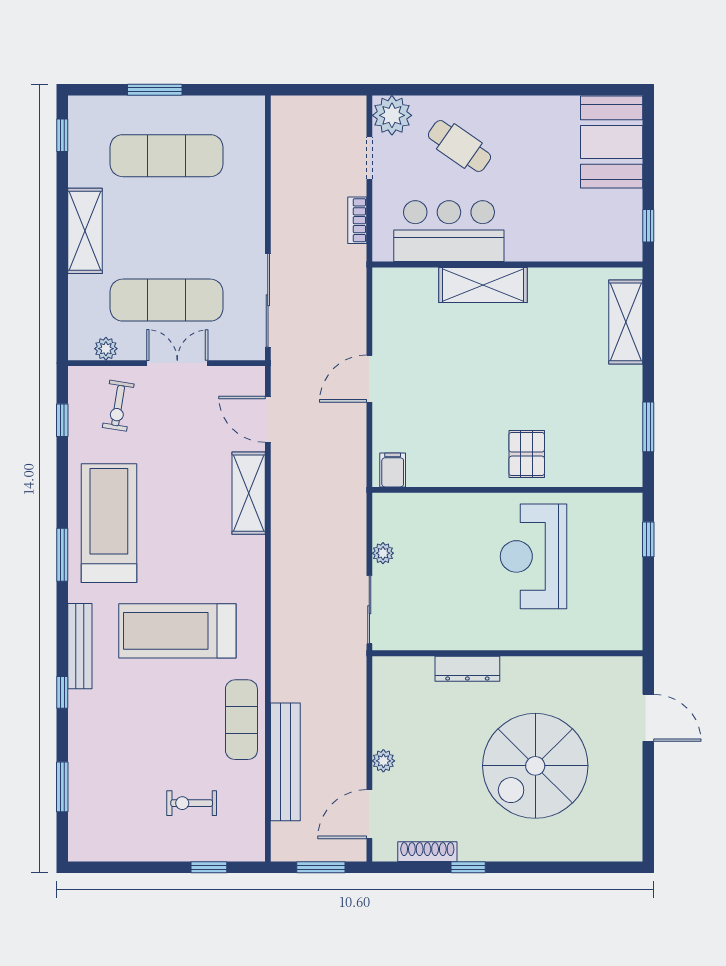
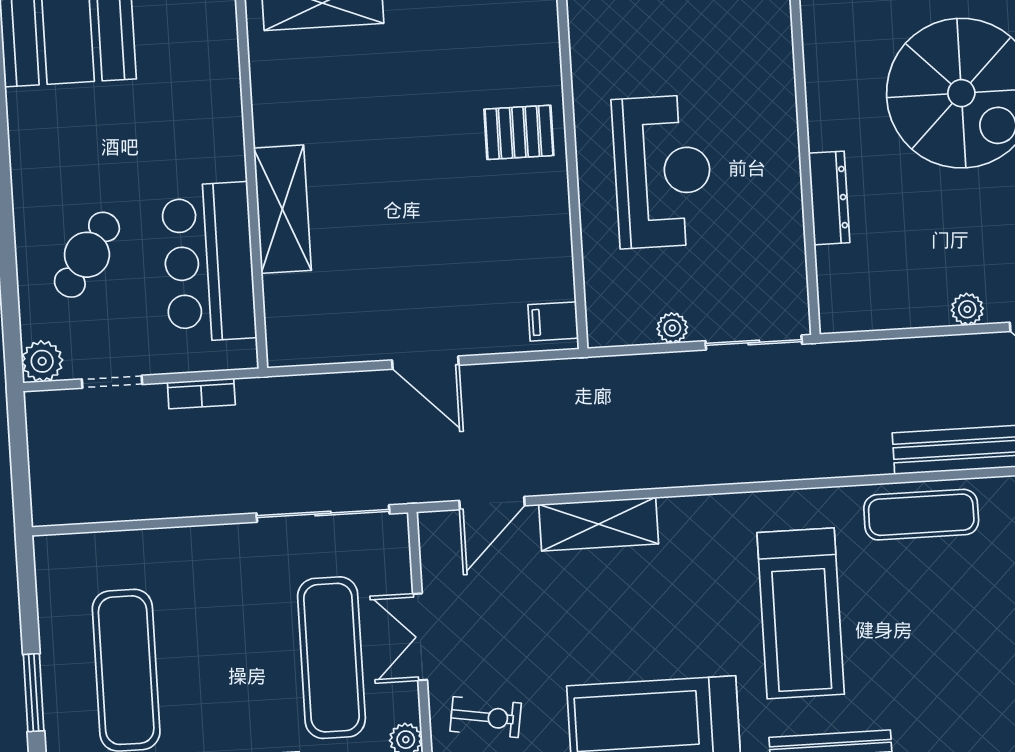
plant: (392, 115) -> (42, 361), width x0.73, depth x0.73
reception desk: (534, 556) -> (663, 171), moved, turned -90

